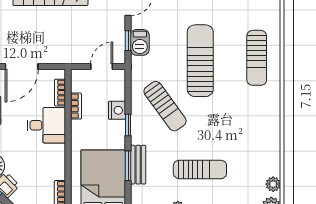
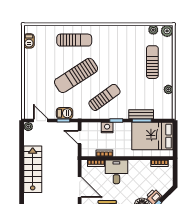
sun lounger: (200, 61) -> (76, 75), turned -33
sun lounger: (200, 169) -> (152, 62), moved

